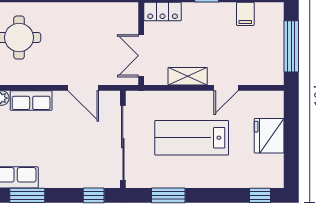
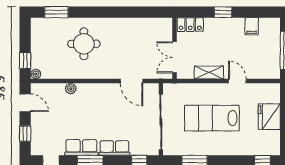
door: (226, 88) -> (237, 81), swing flipped
row of seats: (31, 100) -> (114, 148), moved, turned 180

